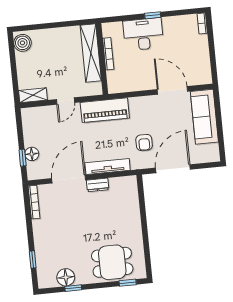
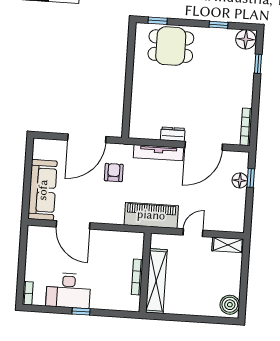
desk: (143, 34) -> (68, 291), moved
floor lamp: (66, 277) -> (246, 39), moved

